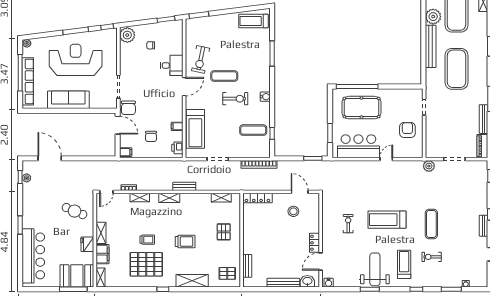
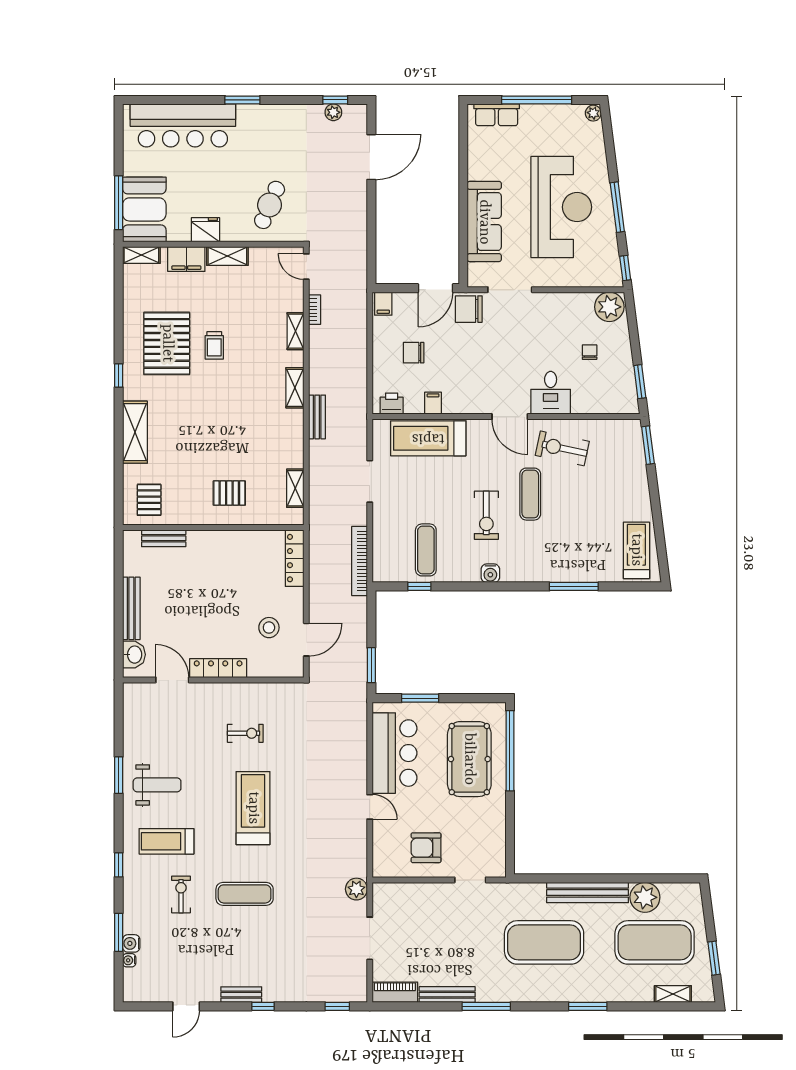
row of seats: (28, 81) -> (497, 115), width x0.50
sofa: (68, 100) -> (484, 222), moved
armchair: (407, 130) -> (426, 848), turned 180
trolley: (185, 241) -> (211, 419), removed
locker: (314, 243) -> (218, 668), width x1.53
treadmill: (404, 264) -> (166, 841), turned 180
weight bench: (375, 269) -> (157, 785), width x0.73, depth x0.75
water cooler: (329, 283) -> (131, 943), moved

